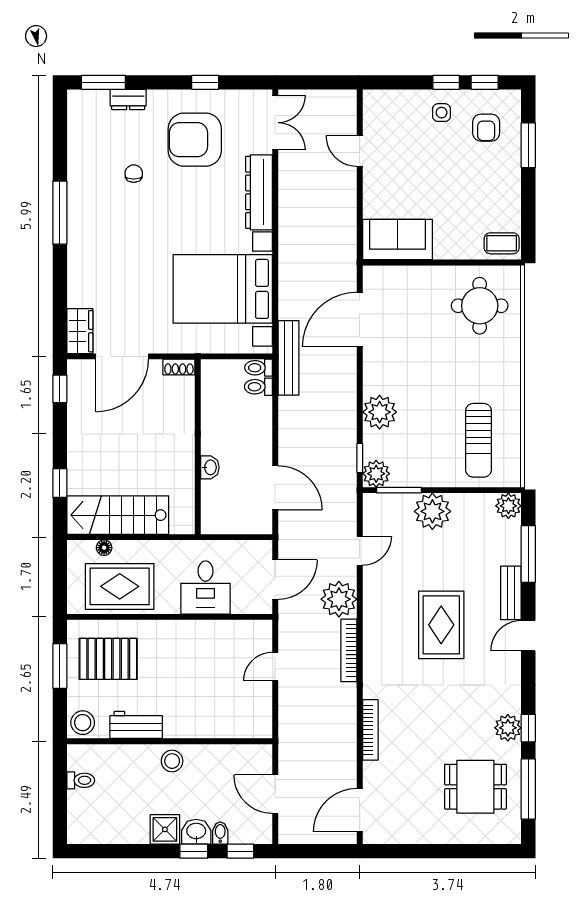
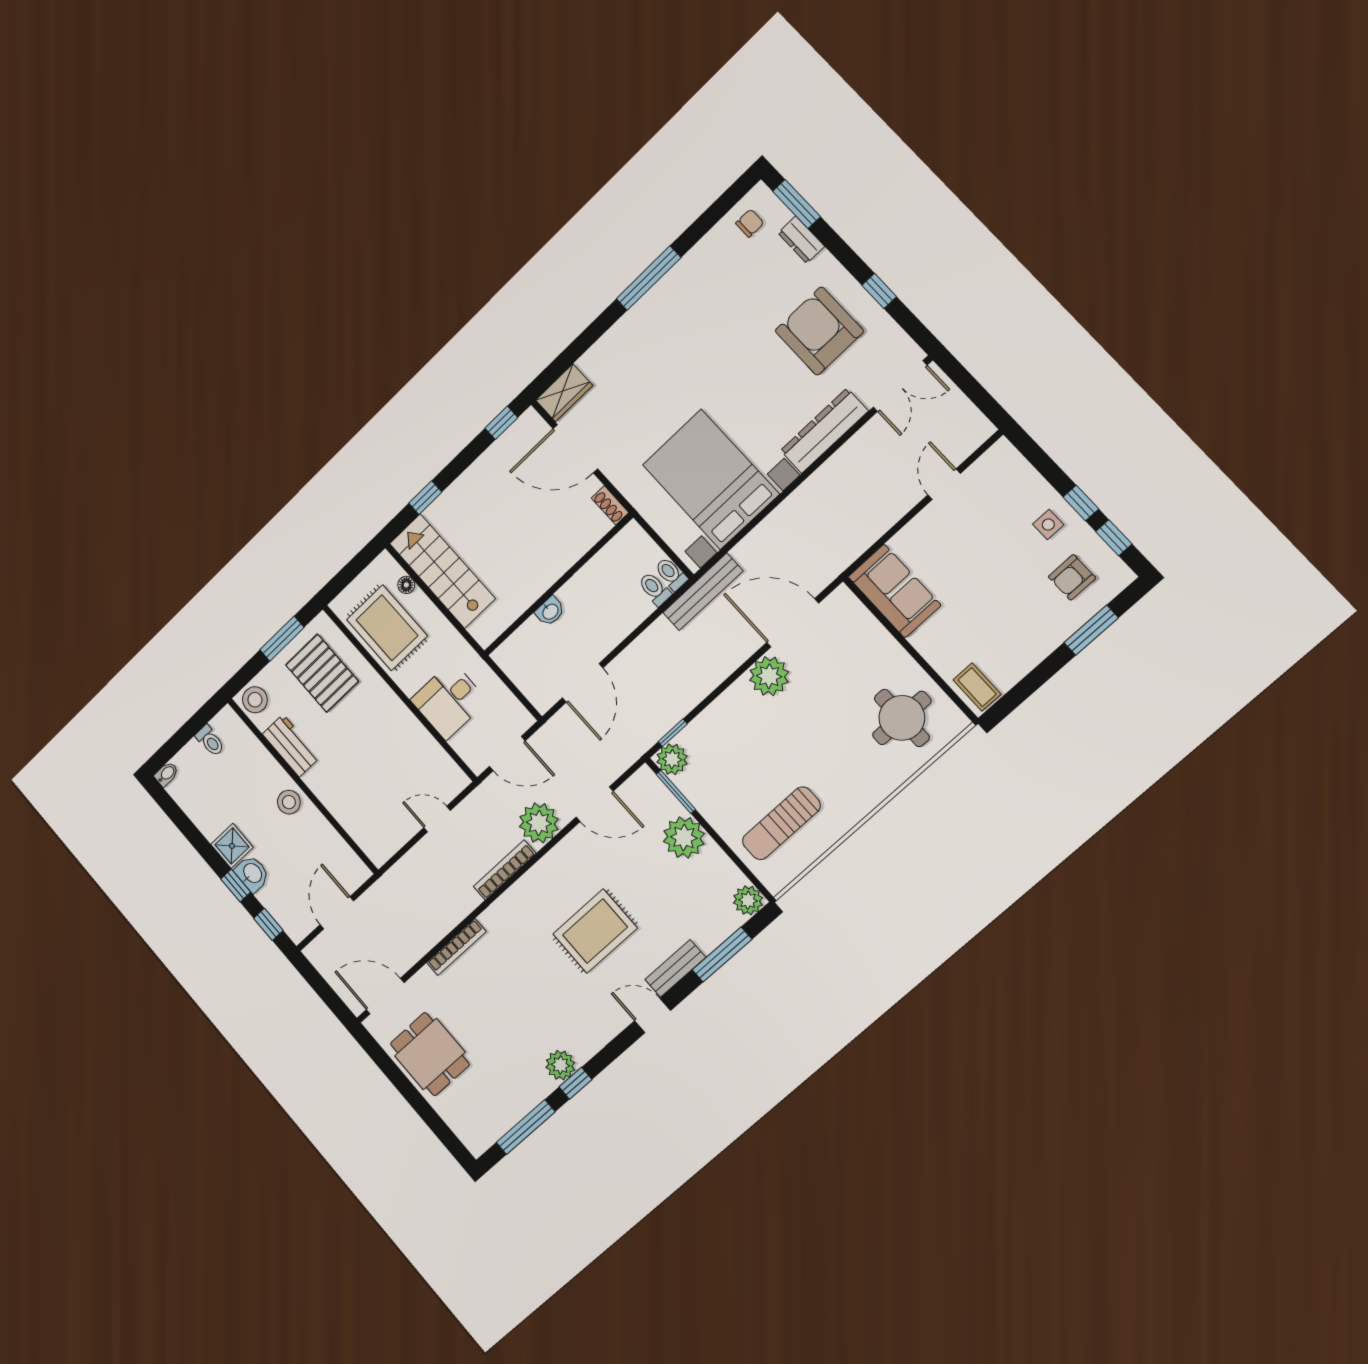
chair: (134, 174) -> (750, 223), moved
plant: (380, 412) -> (769, 676), moved
door: (360, 551) -> (595, 804), width x1.37
dining table: (475, 787) -> (430, 1054), moved
bidet: (220, 833) -> (166, 774), moved

